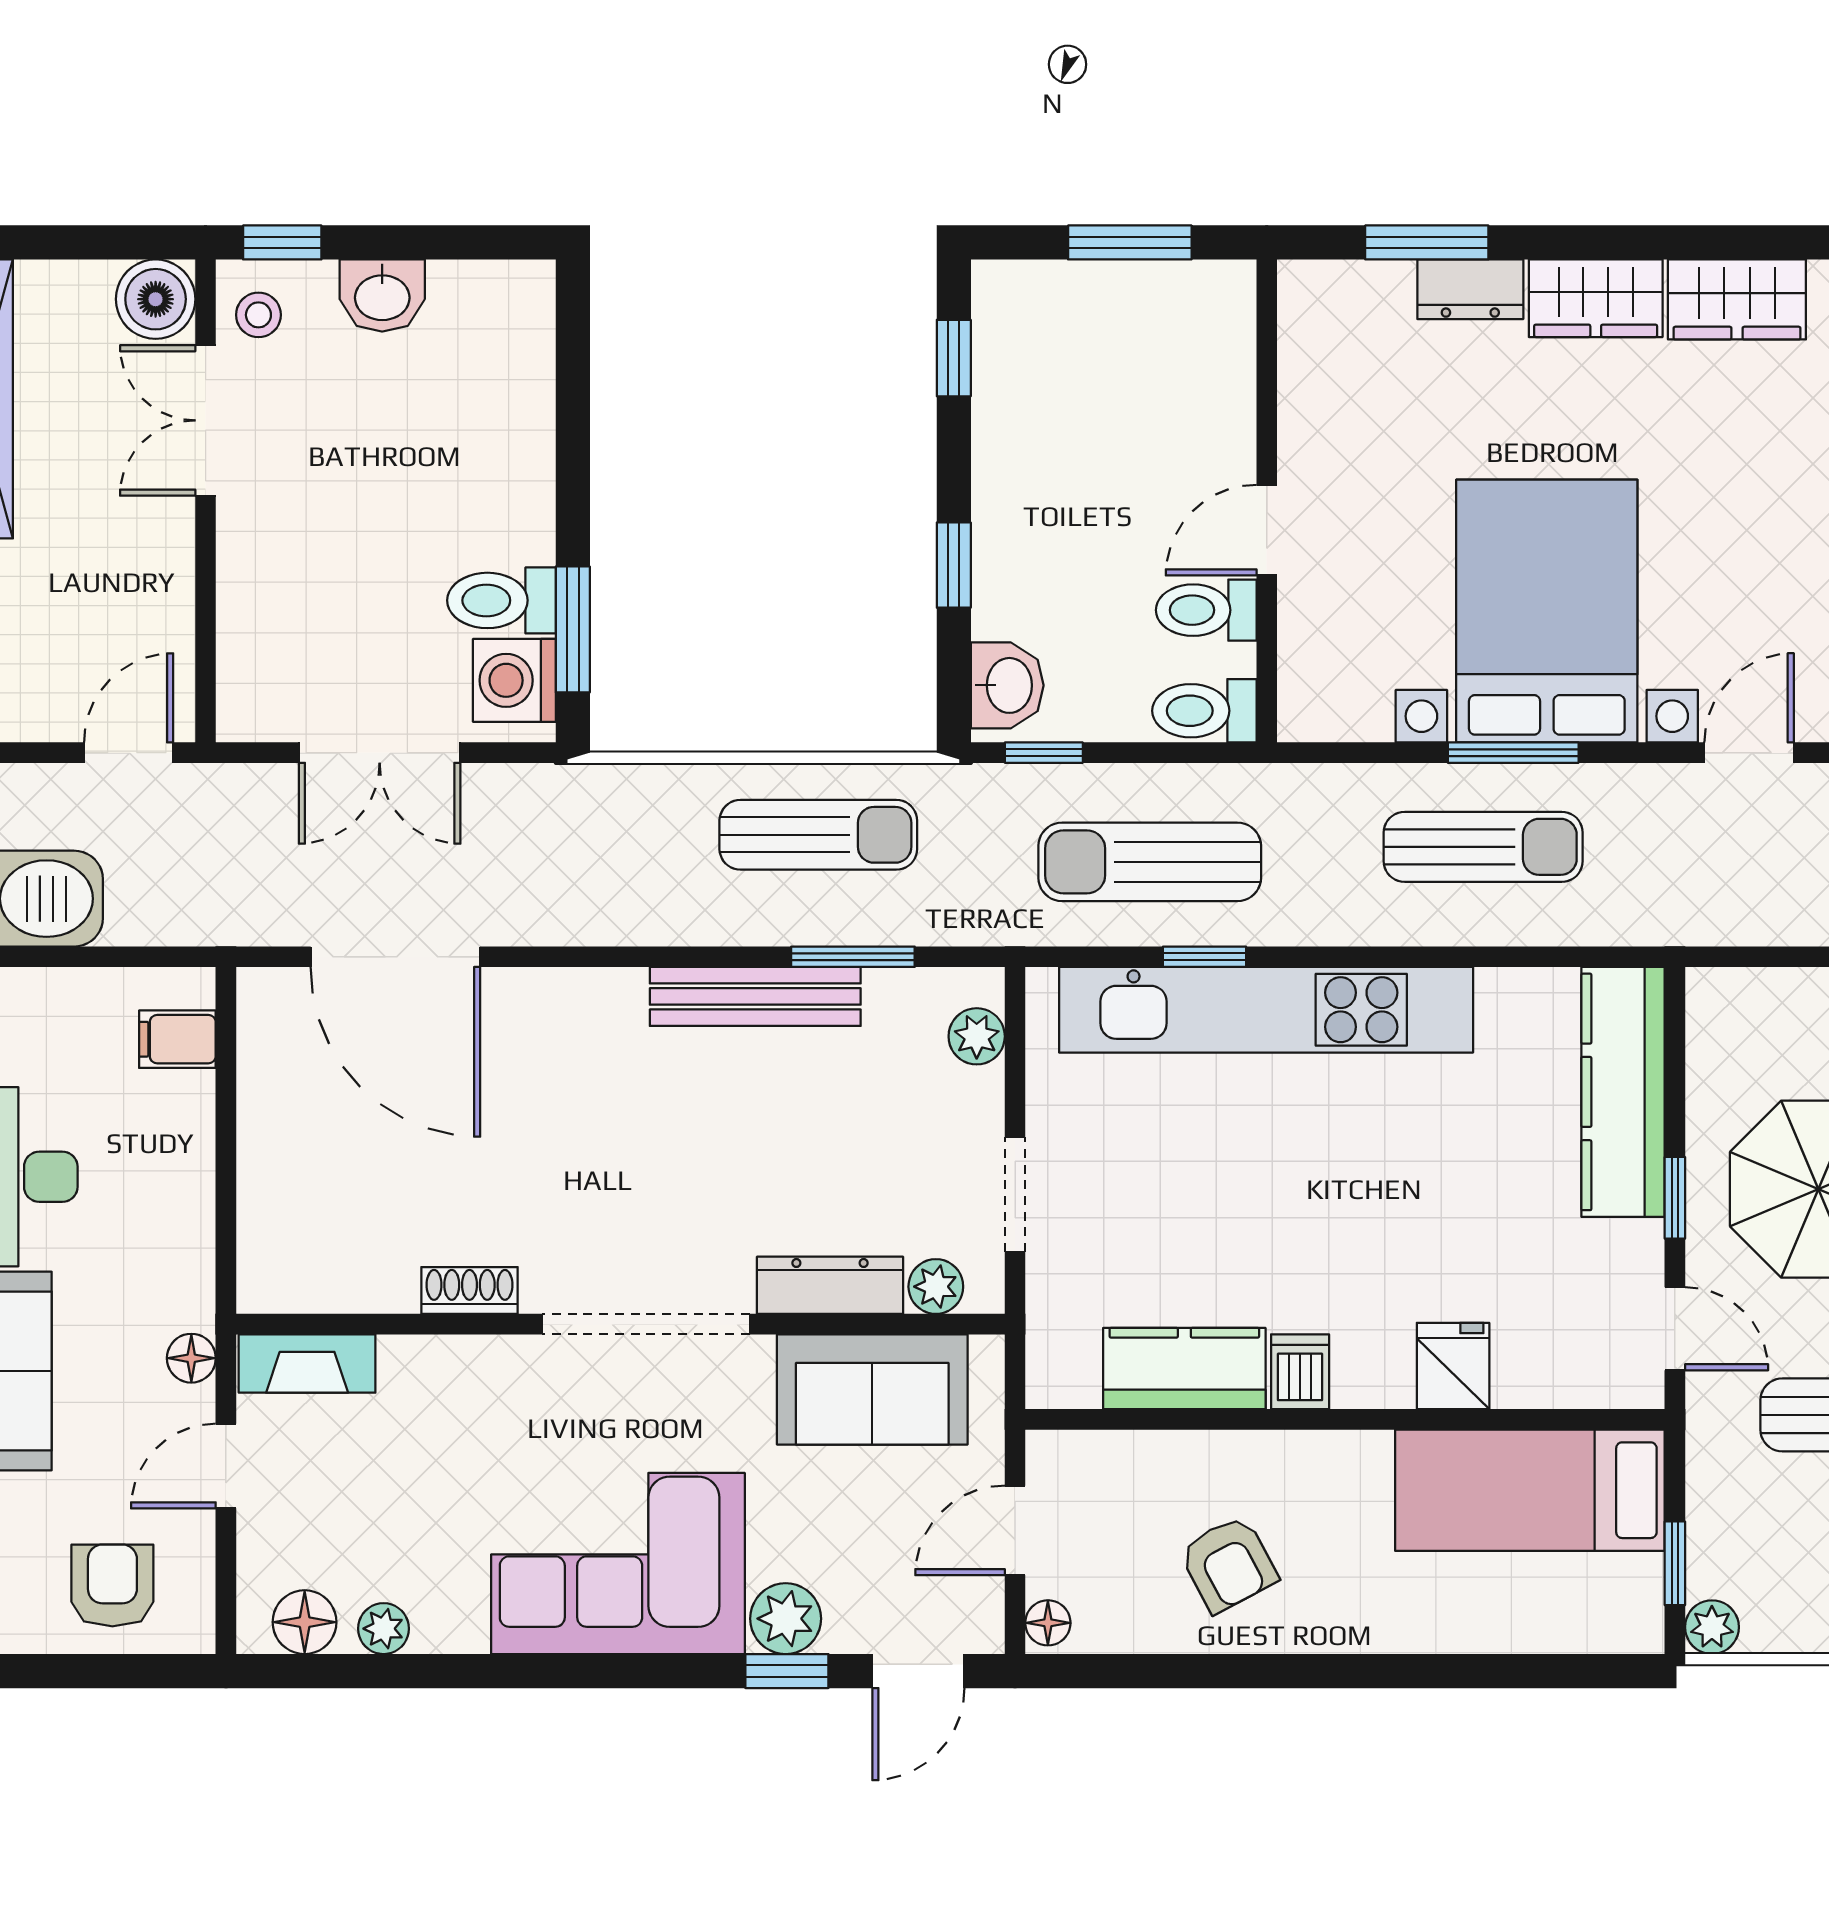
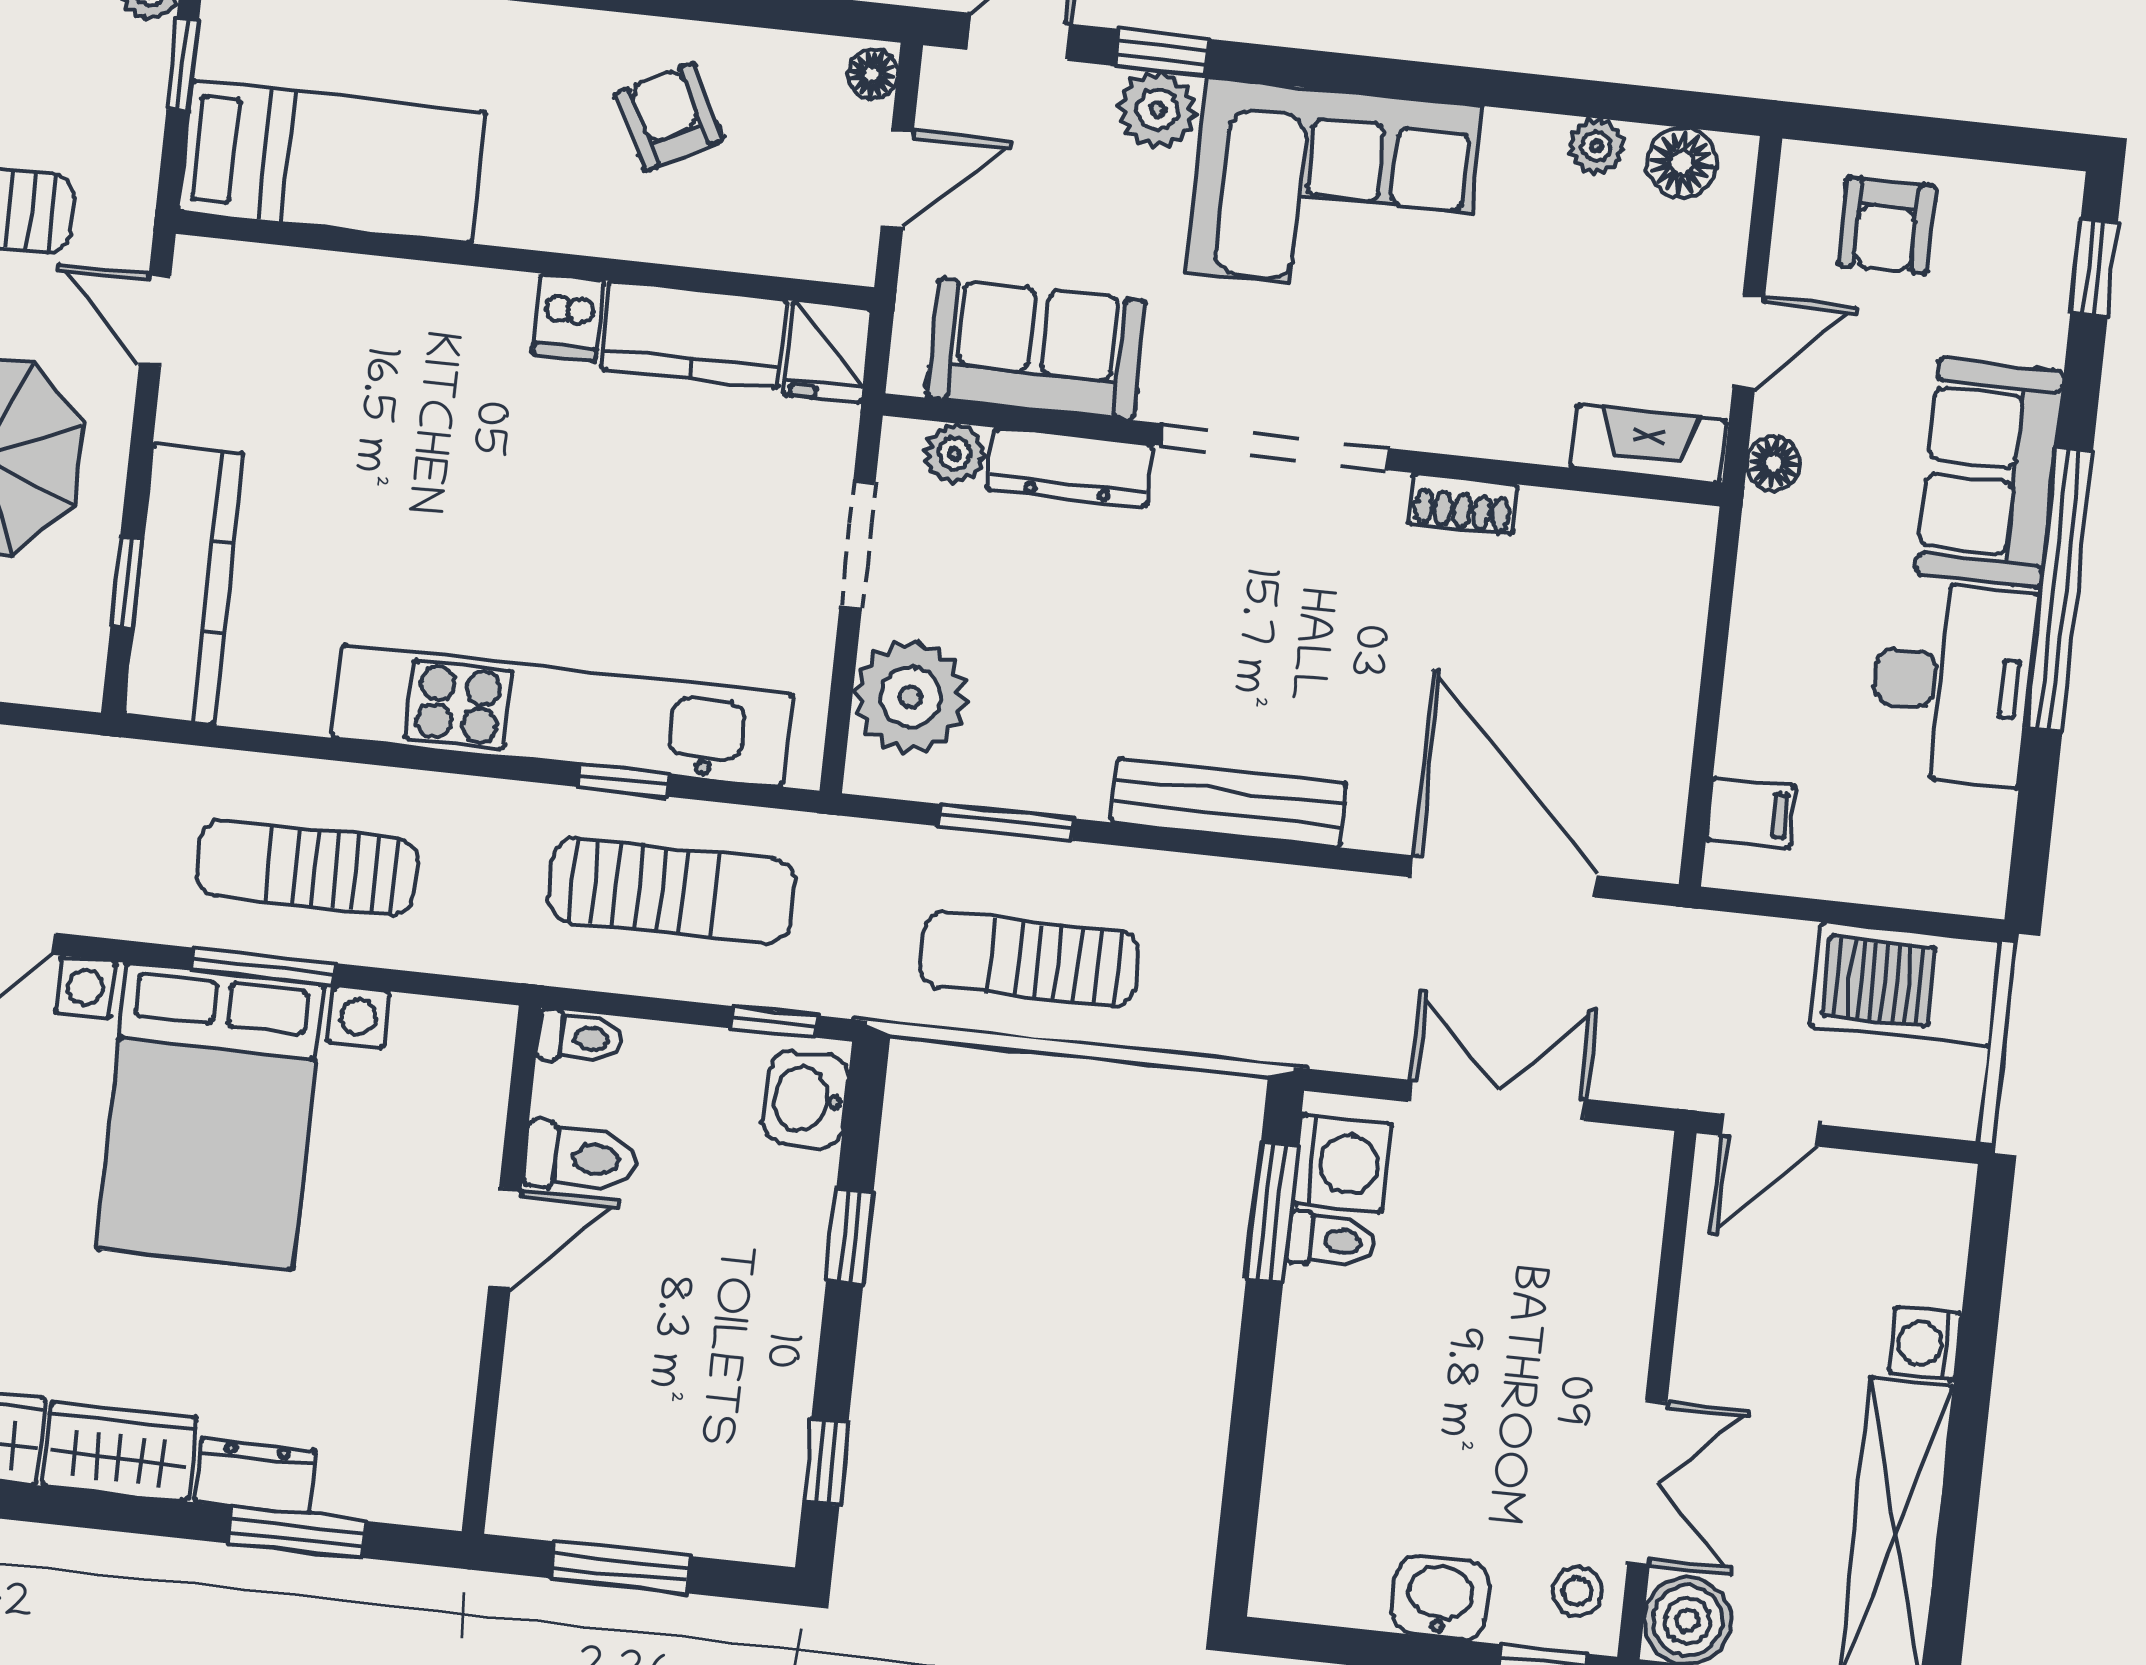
toilet: (502, 600) -> (1331, 1240), width x0.73, depth x0.72
toilet: (1204, 711) -> (579, 1038), width x0.73, depth x0.72
bench: (755, 996) -> (1229, 803), moved
plant: (977, 1036) -> (910, 697), width x1.87, depth x1.87
window: (1675, 1198) -> (127, 582), moved
fridge: (1453, 1366) -> (827, 352), moved

